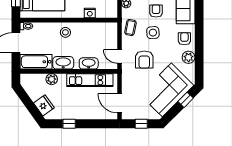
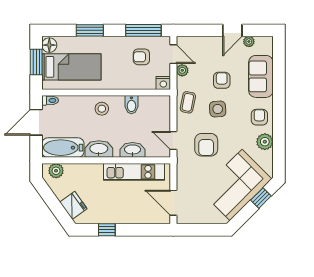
nightstand: (90, 13) -> (163, 83), moved
bidet: (88, 29) -> (131, 105), added
plant: (52, 79) -> (56, 171), moved
window: (141, 124) -> (202, 230), removed

